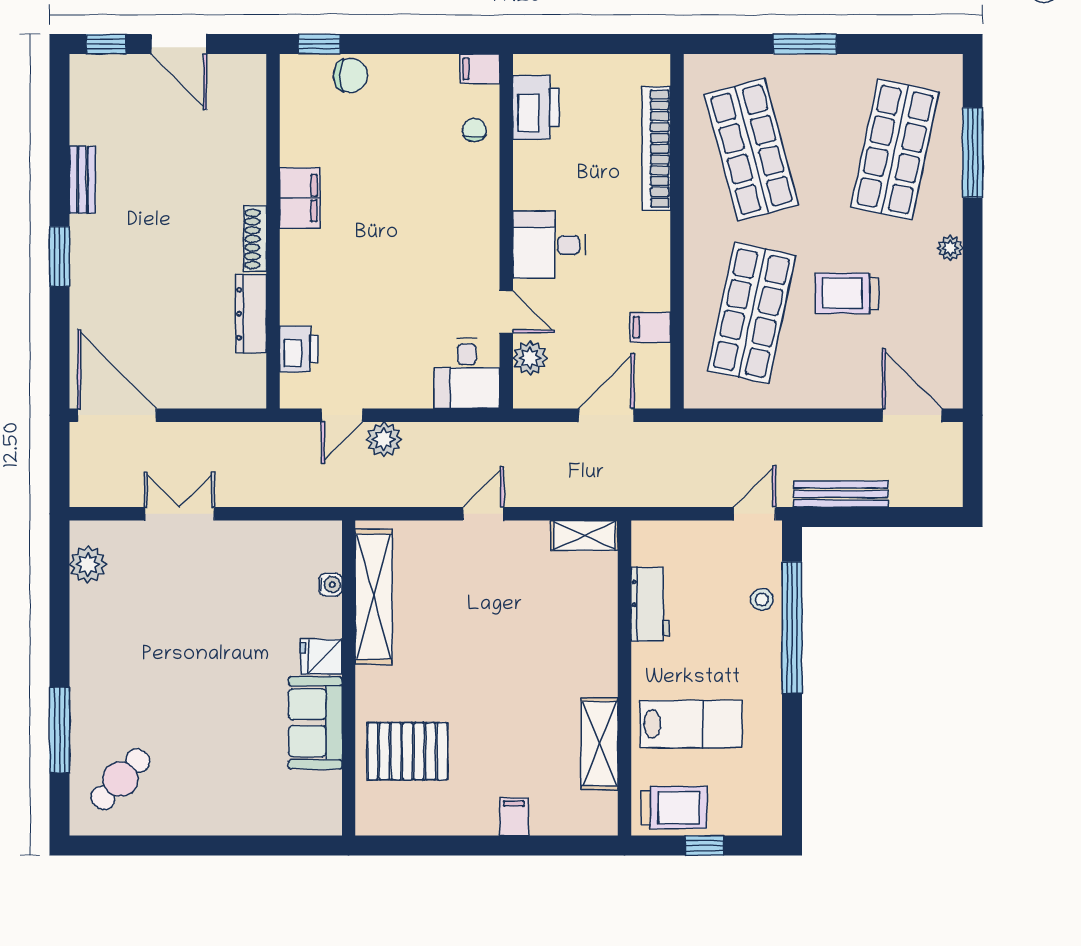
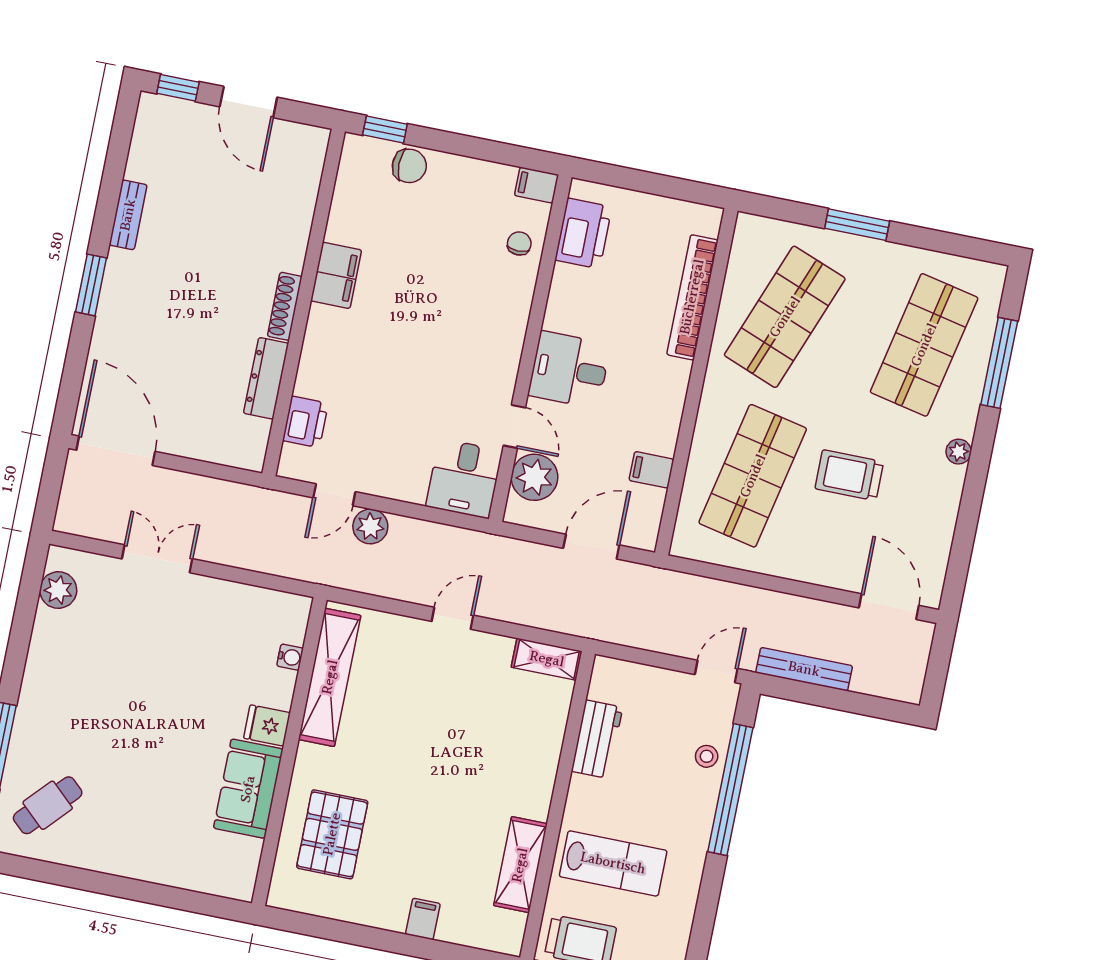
shop shelf: (752, 150) -> (785, 317), turned 36
plant: (530, 358) -> (535, 477), width x1.36, depth x1.36
pallet: (407, 751) -> (332, 834), turned 90

